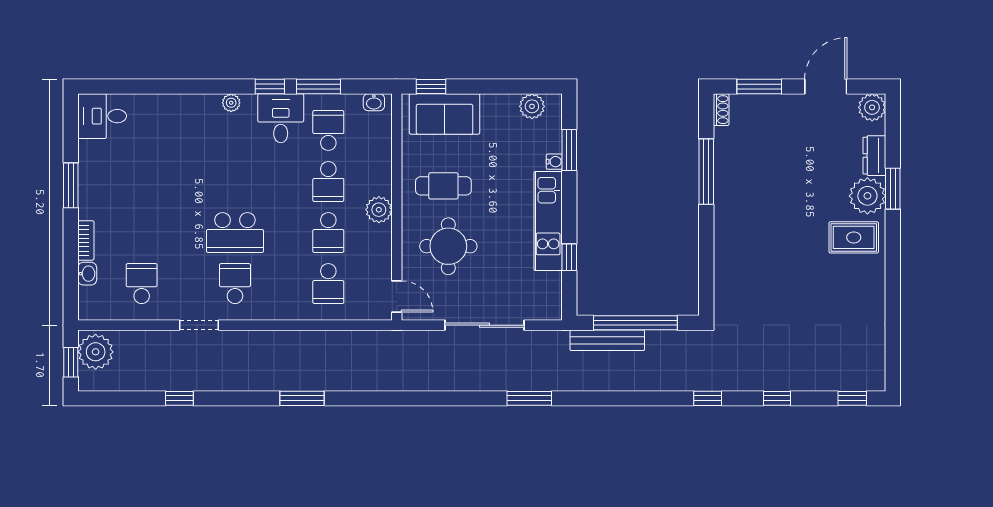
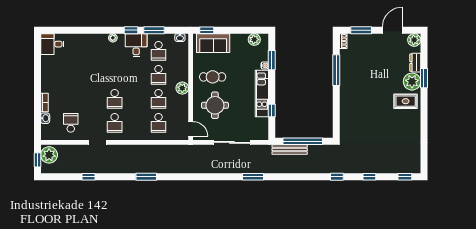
school desk: (328, 130) -> (159, 51), turned 180
window: (71, 185) -> (37, 77), removed
school desk: (235, 233) -> (115, 99), width x0.54
school desk: (235, 284) -> (115, 123), turned 180

